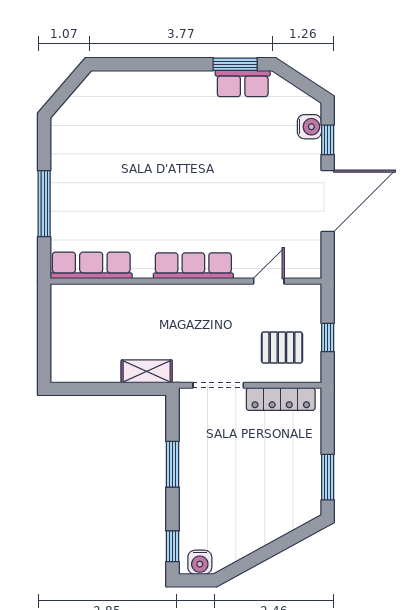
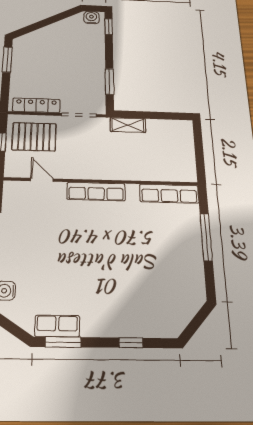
window: (150, 64) -> (131, 343), added
door: (269, 281) -> (42, 180), swing flipped
pallet: (282, 347) -> (34, 137), width x1.50, depth x1.42
window: (173, 464) -> (109, 82), moved

